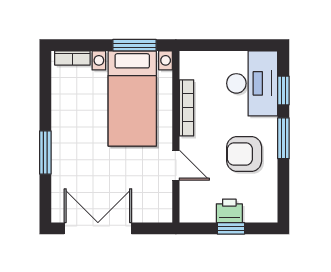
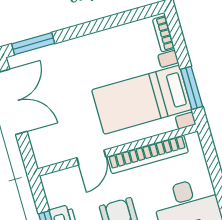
bookcase: (186, 108) -> (148, 154), width x1.48, depth x1.31
window: (45, 152) -> (33, 44), moved

